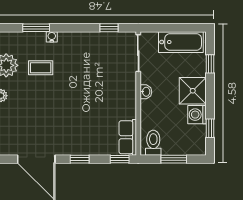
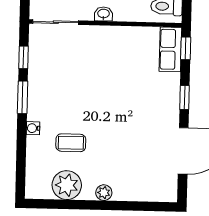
window: (36, 28) -> (23, 97), moved
coffee table: (41, 68) -> (71, 143), turned 90
row of seats: (128, 137) -> (170, 49), moved, turned 90

